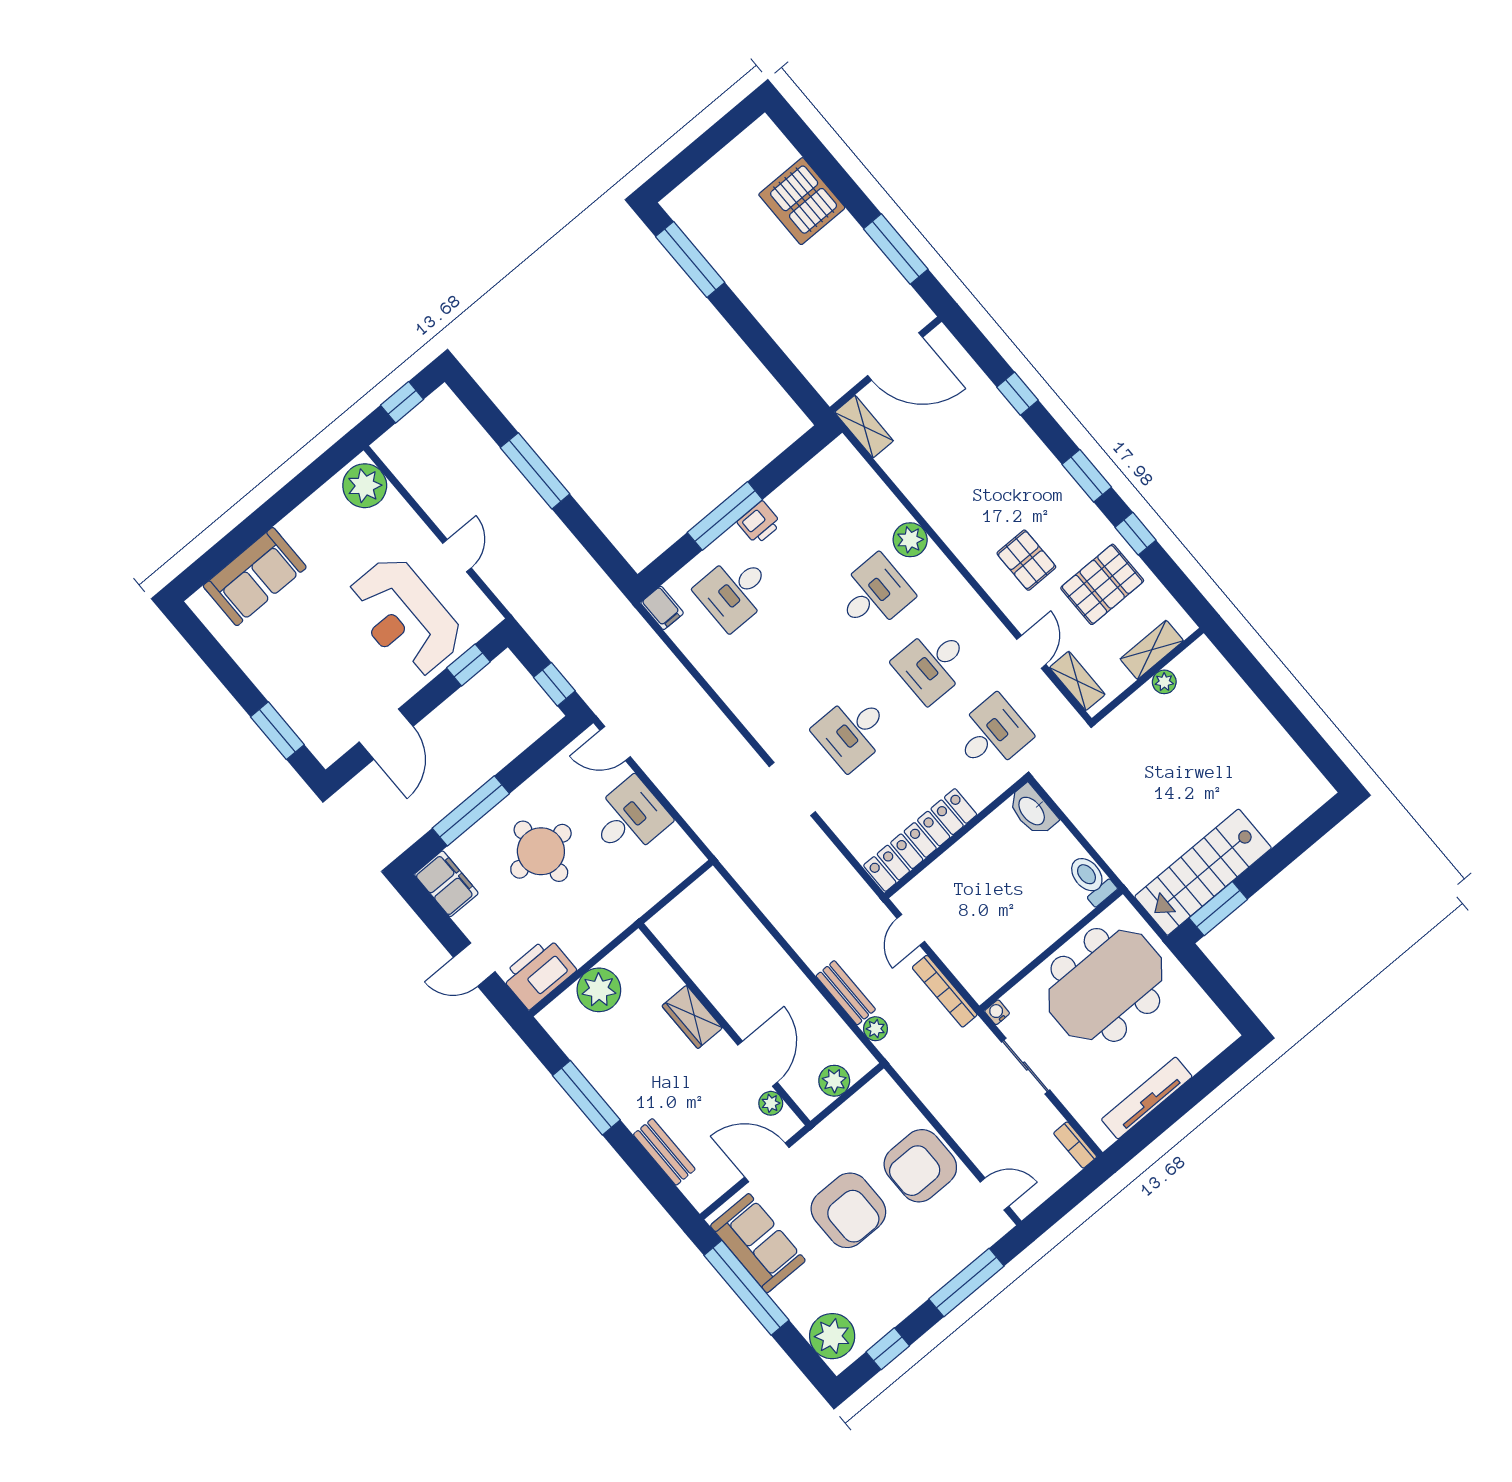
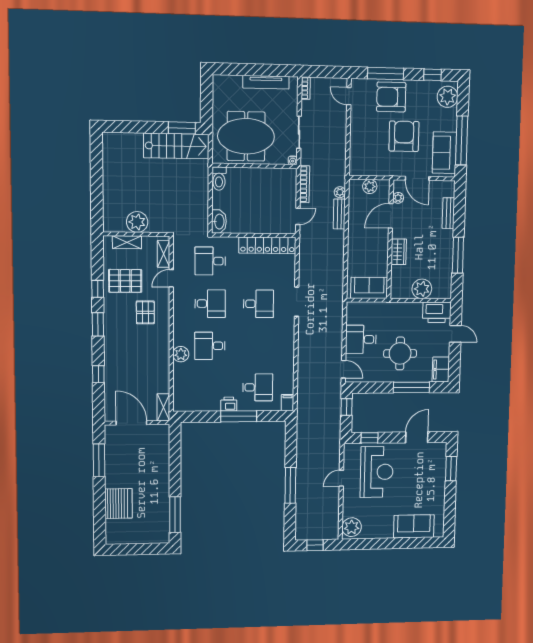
plant: (1164, 682) -> (137, 222), width x1.88, depth x1.88
sofa: (690, 915) -> (369, 288), added
armchair: (920, 1166) -> (391, 97), moved, turned 180

